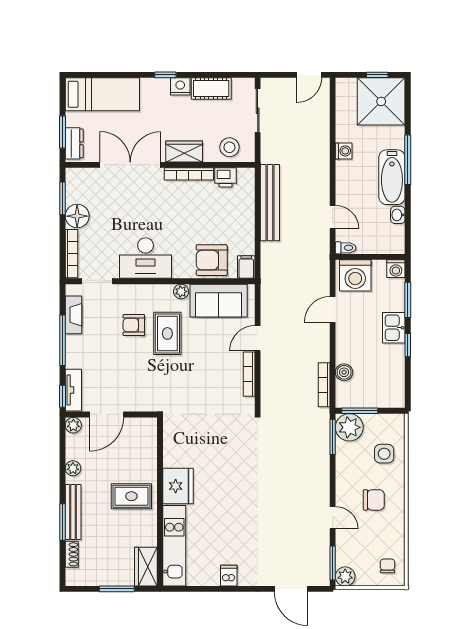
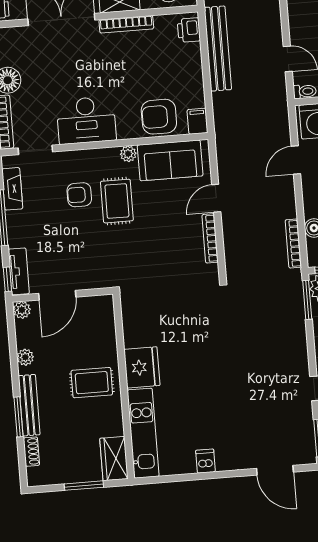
printer: (225, 177) -> (189, 30), moved, turned 90

